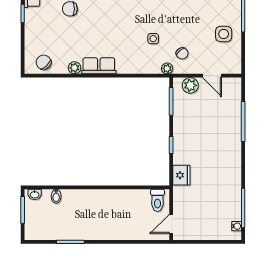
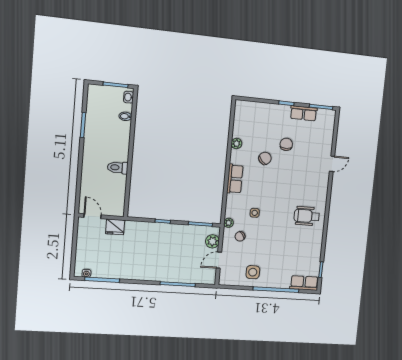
chair: (44, 62) -> (265, 158), moved
row of seats: (99, 66) -> (235, 179), moved
fridge: (181, 175) -> (115, 227), moved
toilet: (157, 200) -> (118, 168), moved

